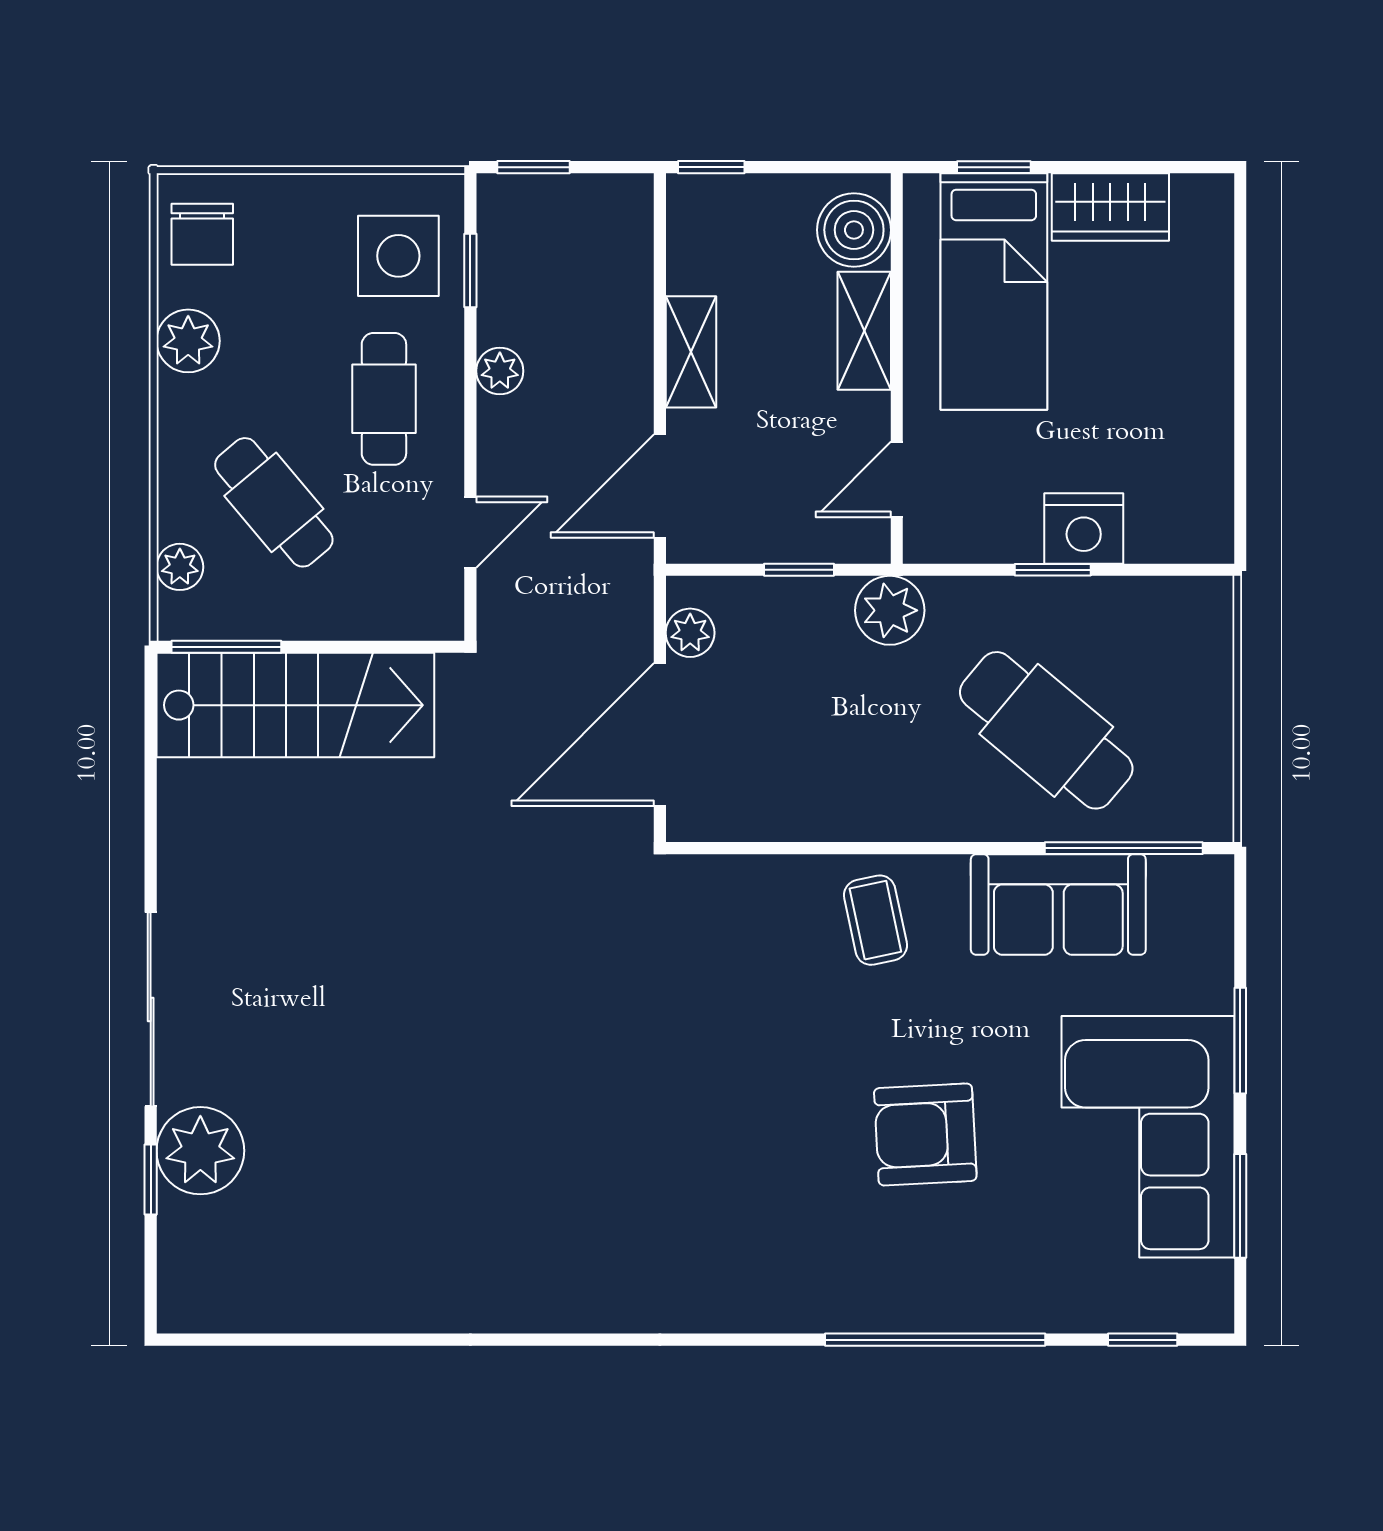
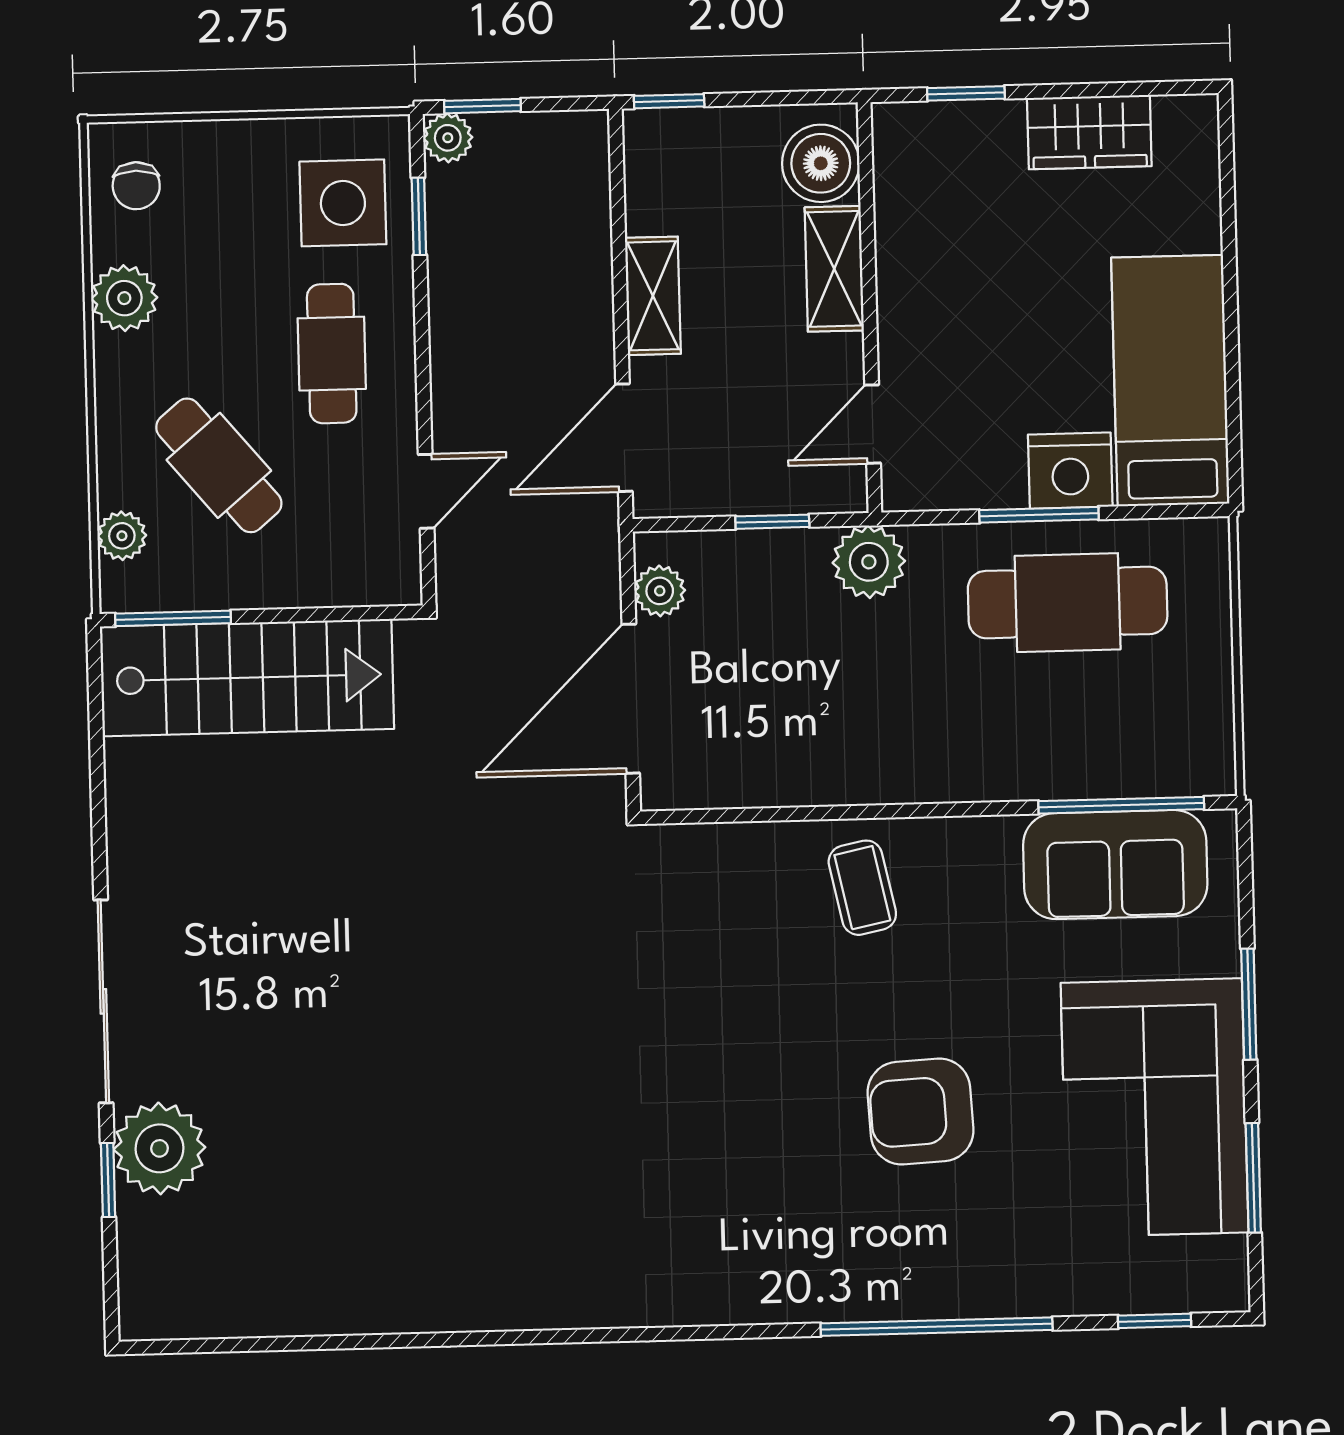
chair: (202, 234) -> (136, 186), width x0.73, depth x0.73
bed: (994, 291) -> (1170, 381), moved, turned 180
plant: (500, 371) -> (448, 138), moved
window: (1053, 570) -> (1039, 515), width x1.50
cafe table: (1046, 730) -> (1068, 603), moved, turned -40
sofa: (1058, 904) -> (1115, 865), moved

